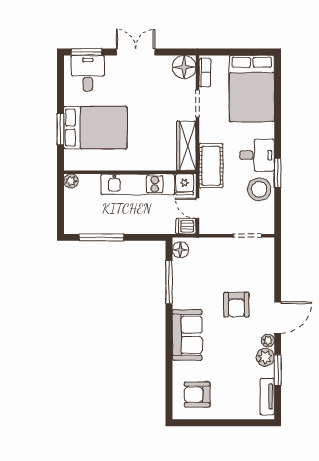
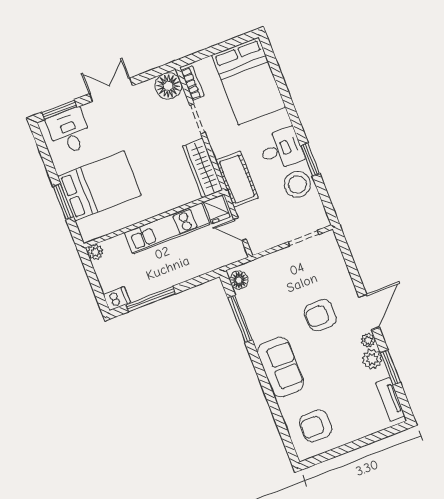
dishwasher: (186, 226) -> (117, 299), moved, turned 180
armchair: (236, 305) -> (320, 315), turned 90

